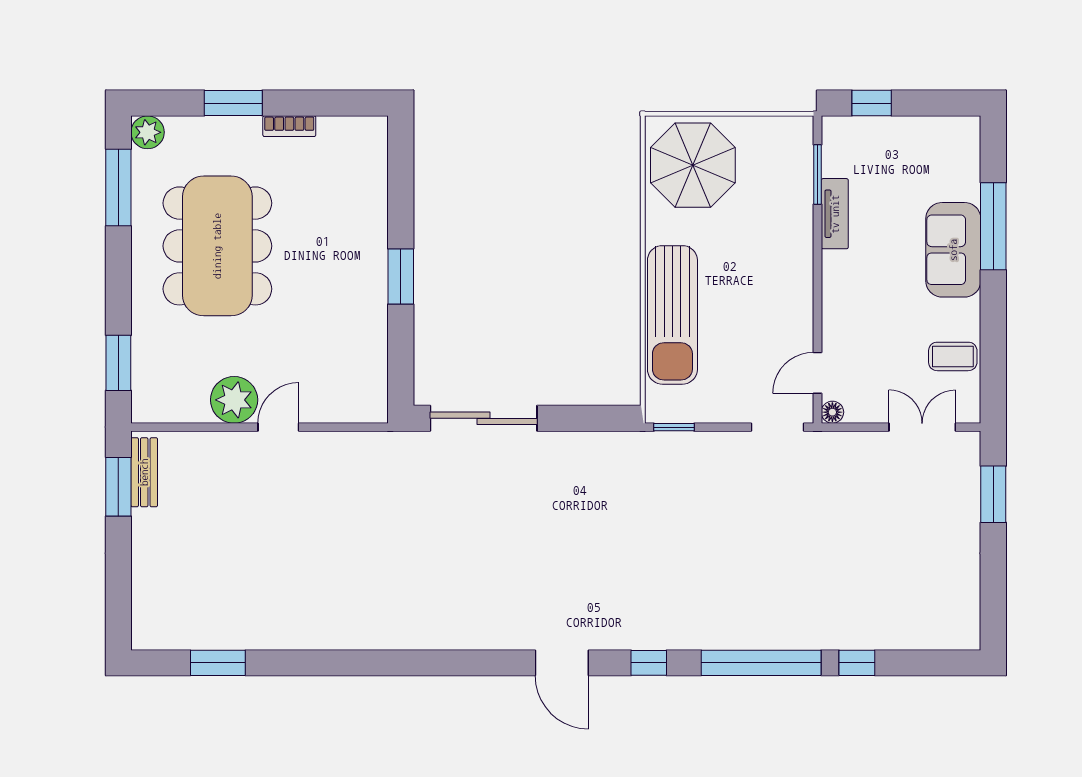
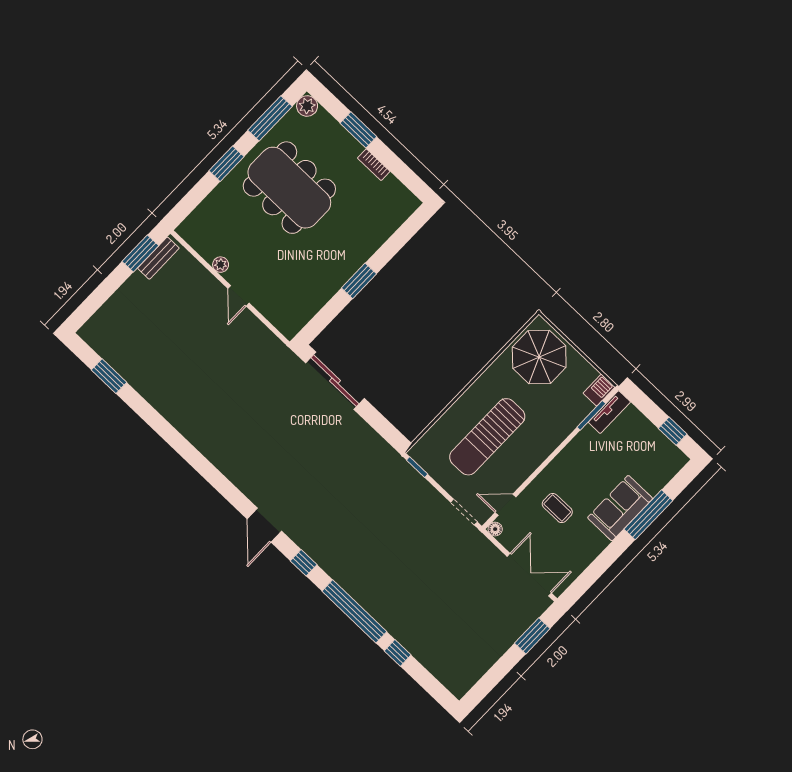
window: (872, 103) -> (673, 431), moved
barbecue: (798, 137) -> (599, 390), added
tv unit: (835, 214) -> (609, 412), moved
dining table: (217, 246) -> (289, 188), turned 90
sun lounger: (672, 315) -> (487, 437), moved
coffee table: (953, 356) -> (557, 508), moved
window: (118, 363) -> (226, 164), moved
plant: (234, 400) -> (221, 265), width x0.53, depth x0.53
door: (278, 427) -> (238, 296), swing flipped
double door: (922, 427) -> (529, 575), width x1.37

